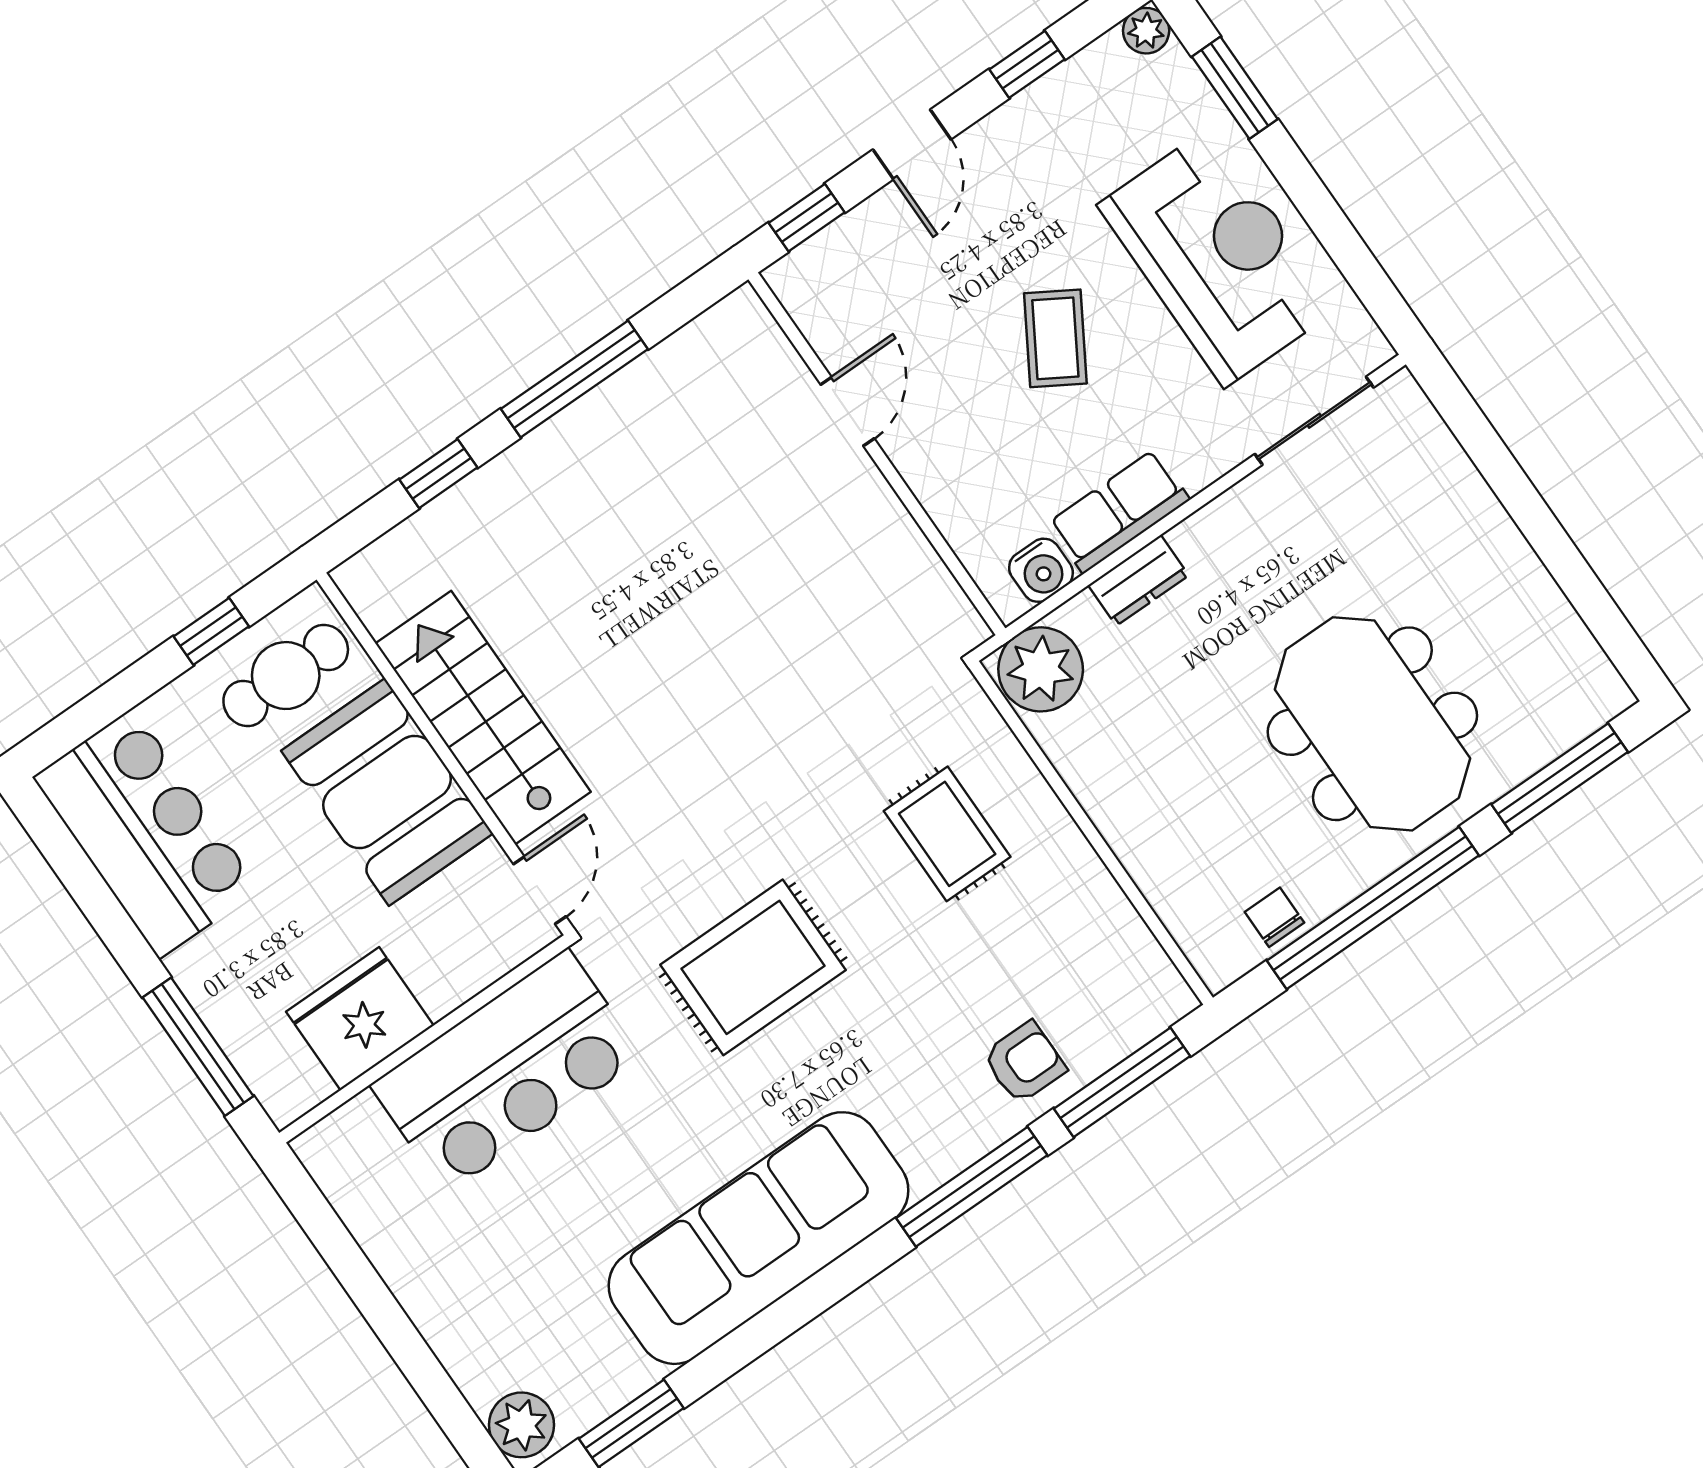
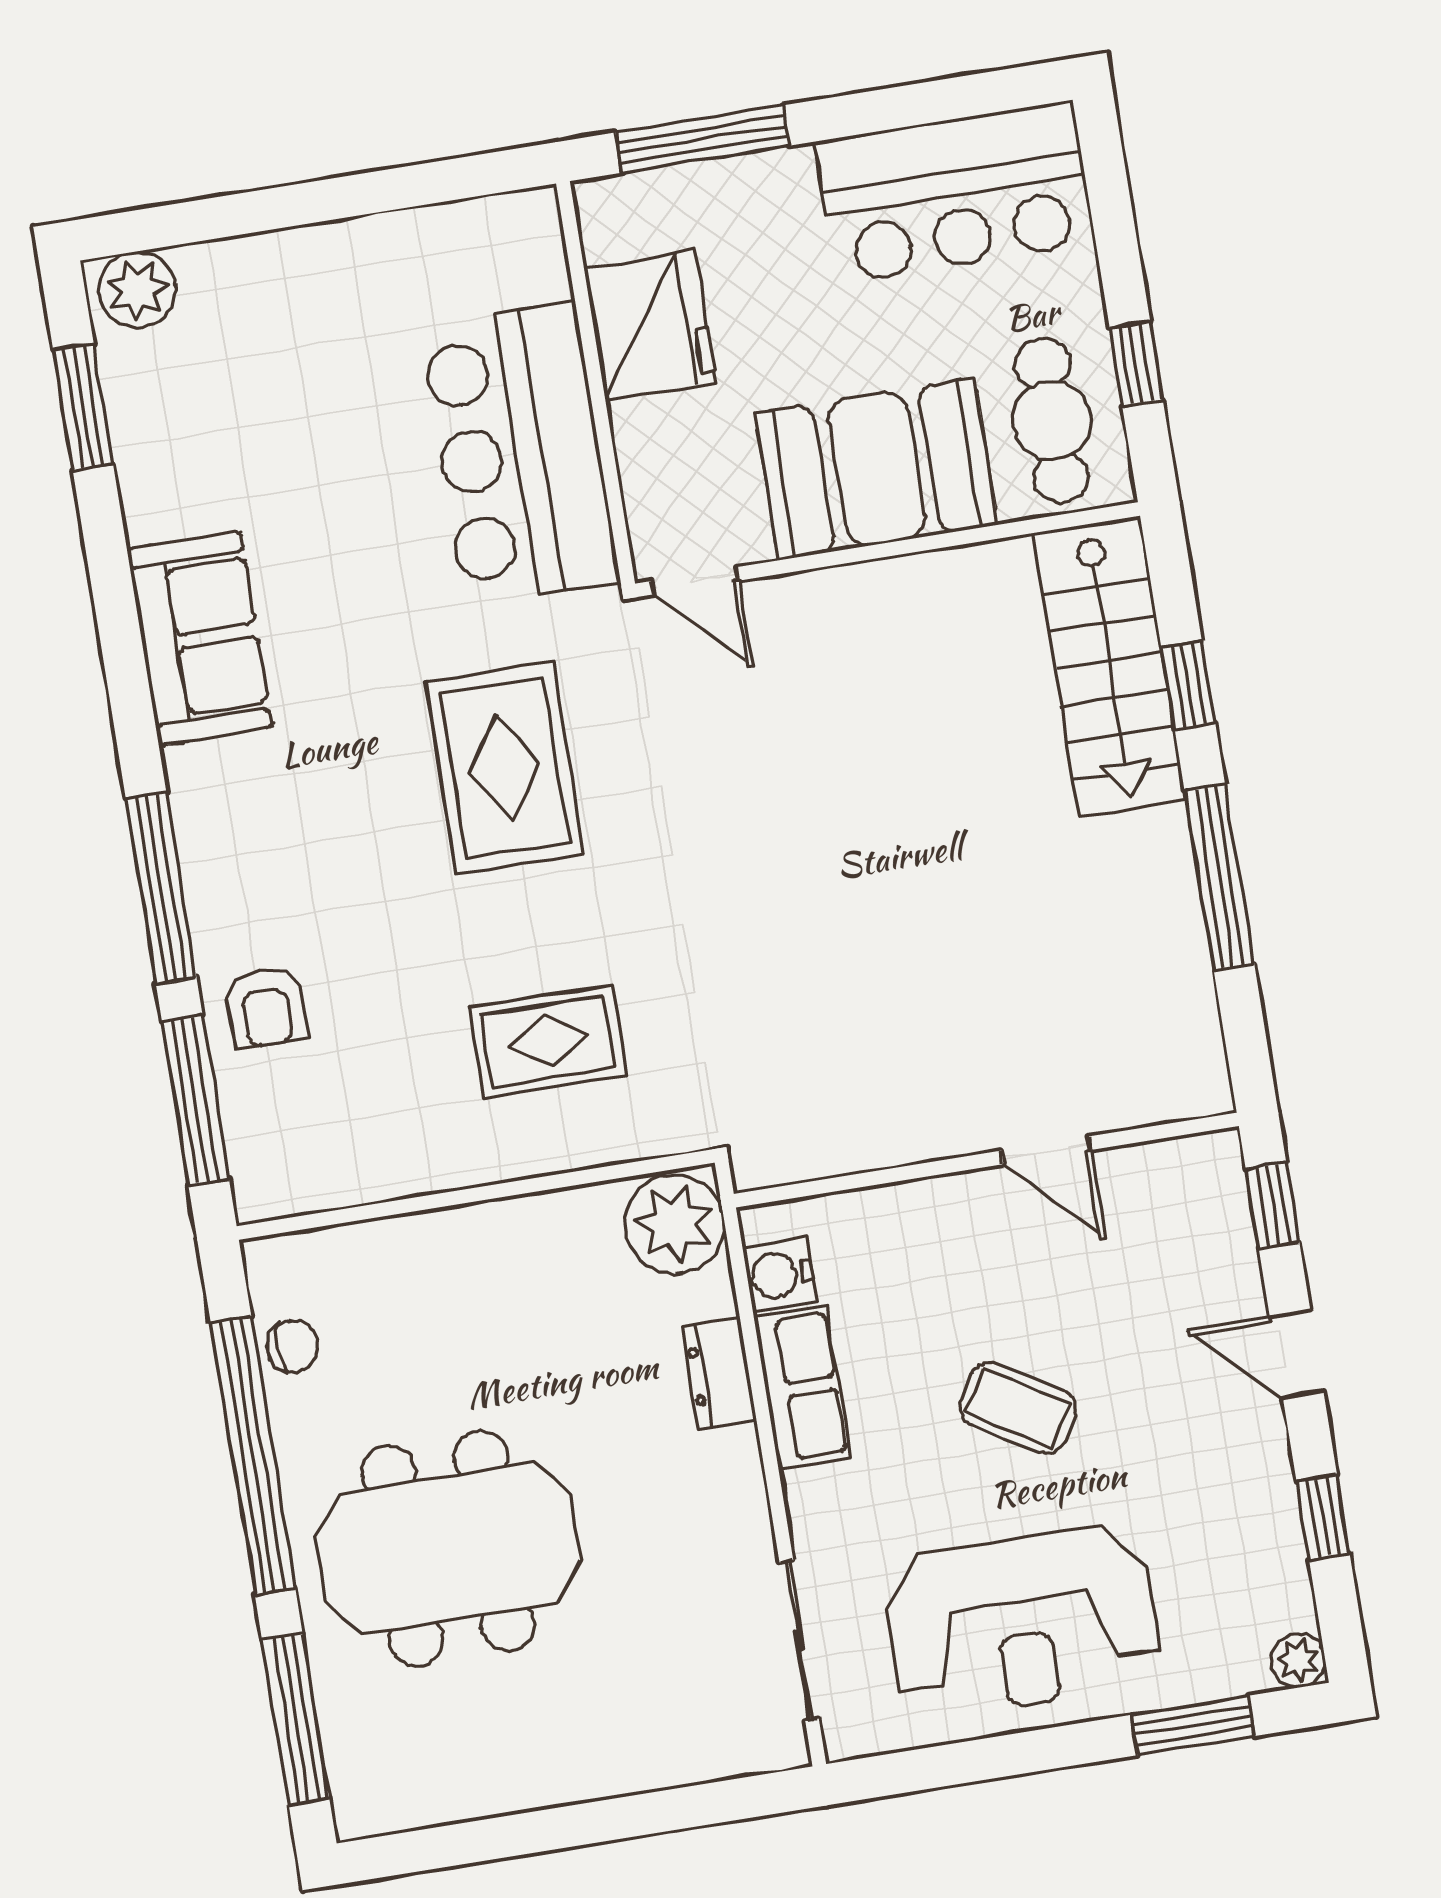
stairs: (483, 718) -> (1110, 666), moved, turned 90
sofa: (758, 1238) -> (200, 639), width x0.54, depth x0.79

